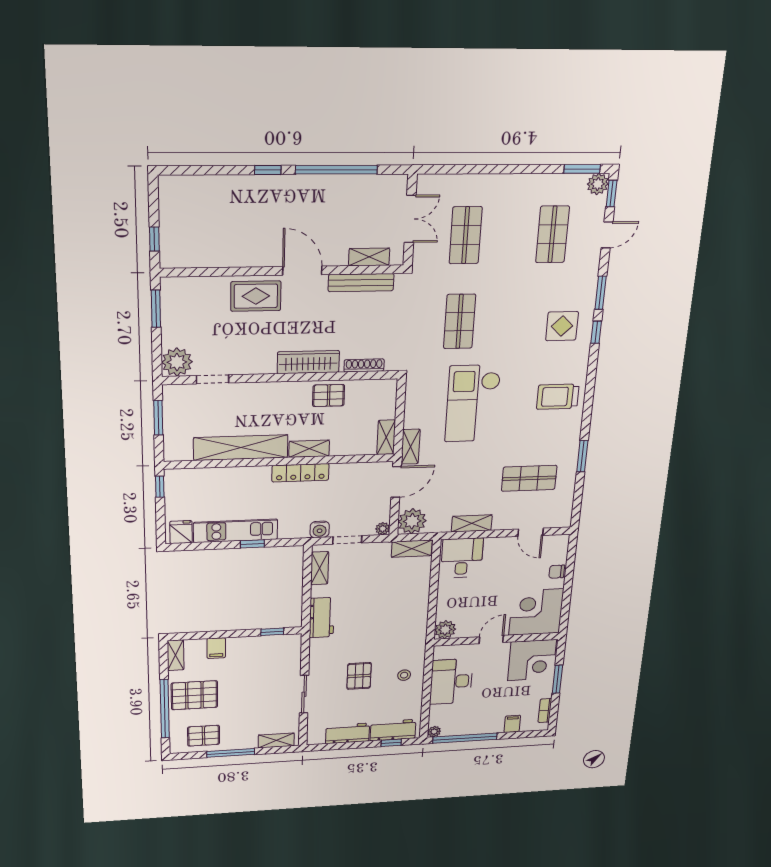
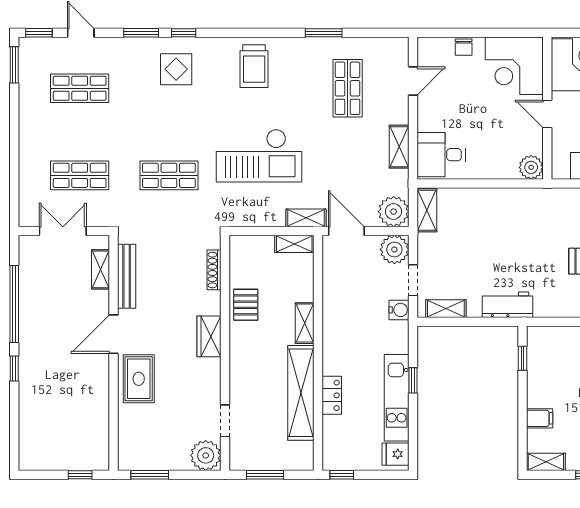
plant: (598, 184) -> (29, 48), removed
wardrobe: (308, 362) -> (209, 336), width x0.67
locker: (300, 473) -> (332, 395), moved, width x0.66
plant: (383, 529) -> (394, 250), width x1.87, depth x1.87

